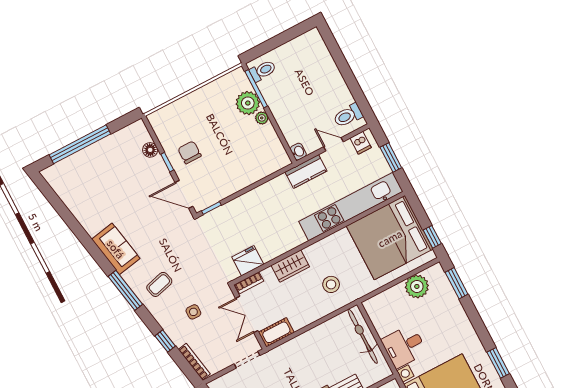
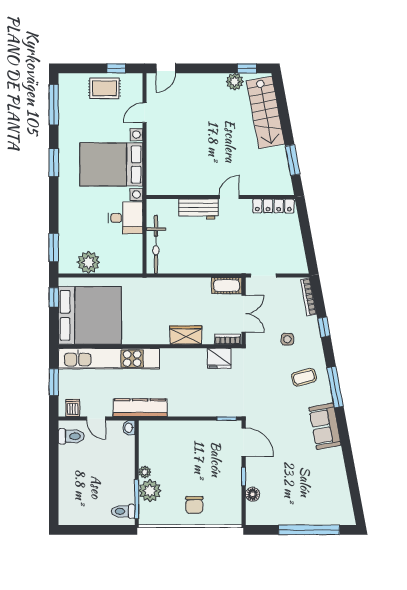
chair: (189, 152) -> (194, 505), moved
kitchen counter: (306, 171) -> (140, 408), width x1.50
stool: (331, 284) -> (160, 302), removed

